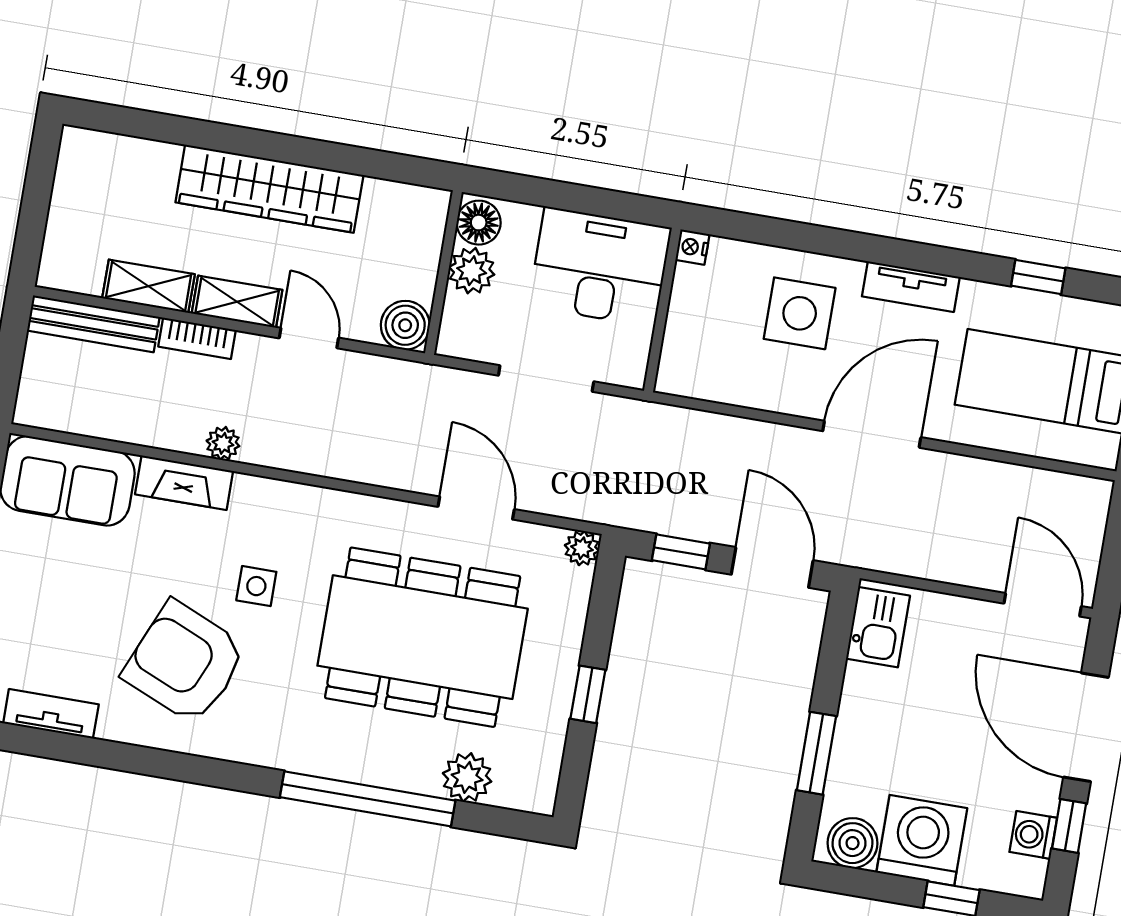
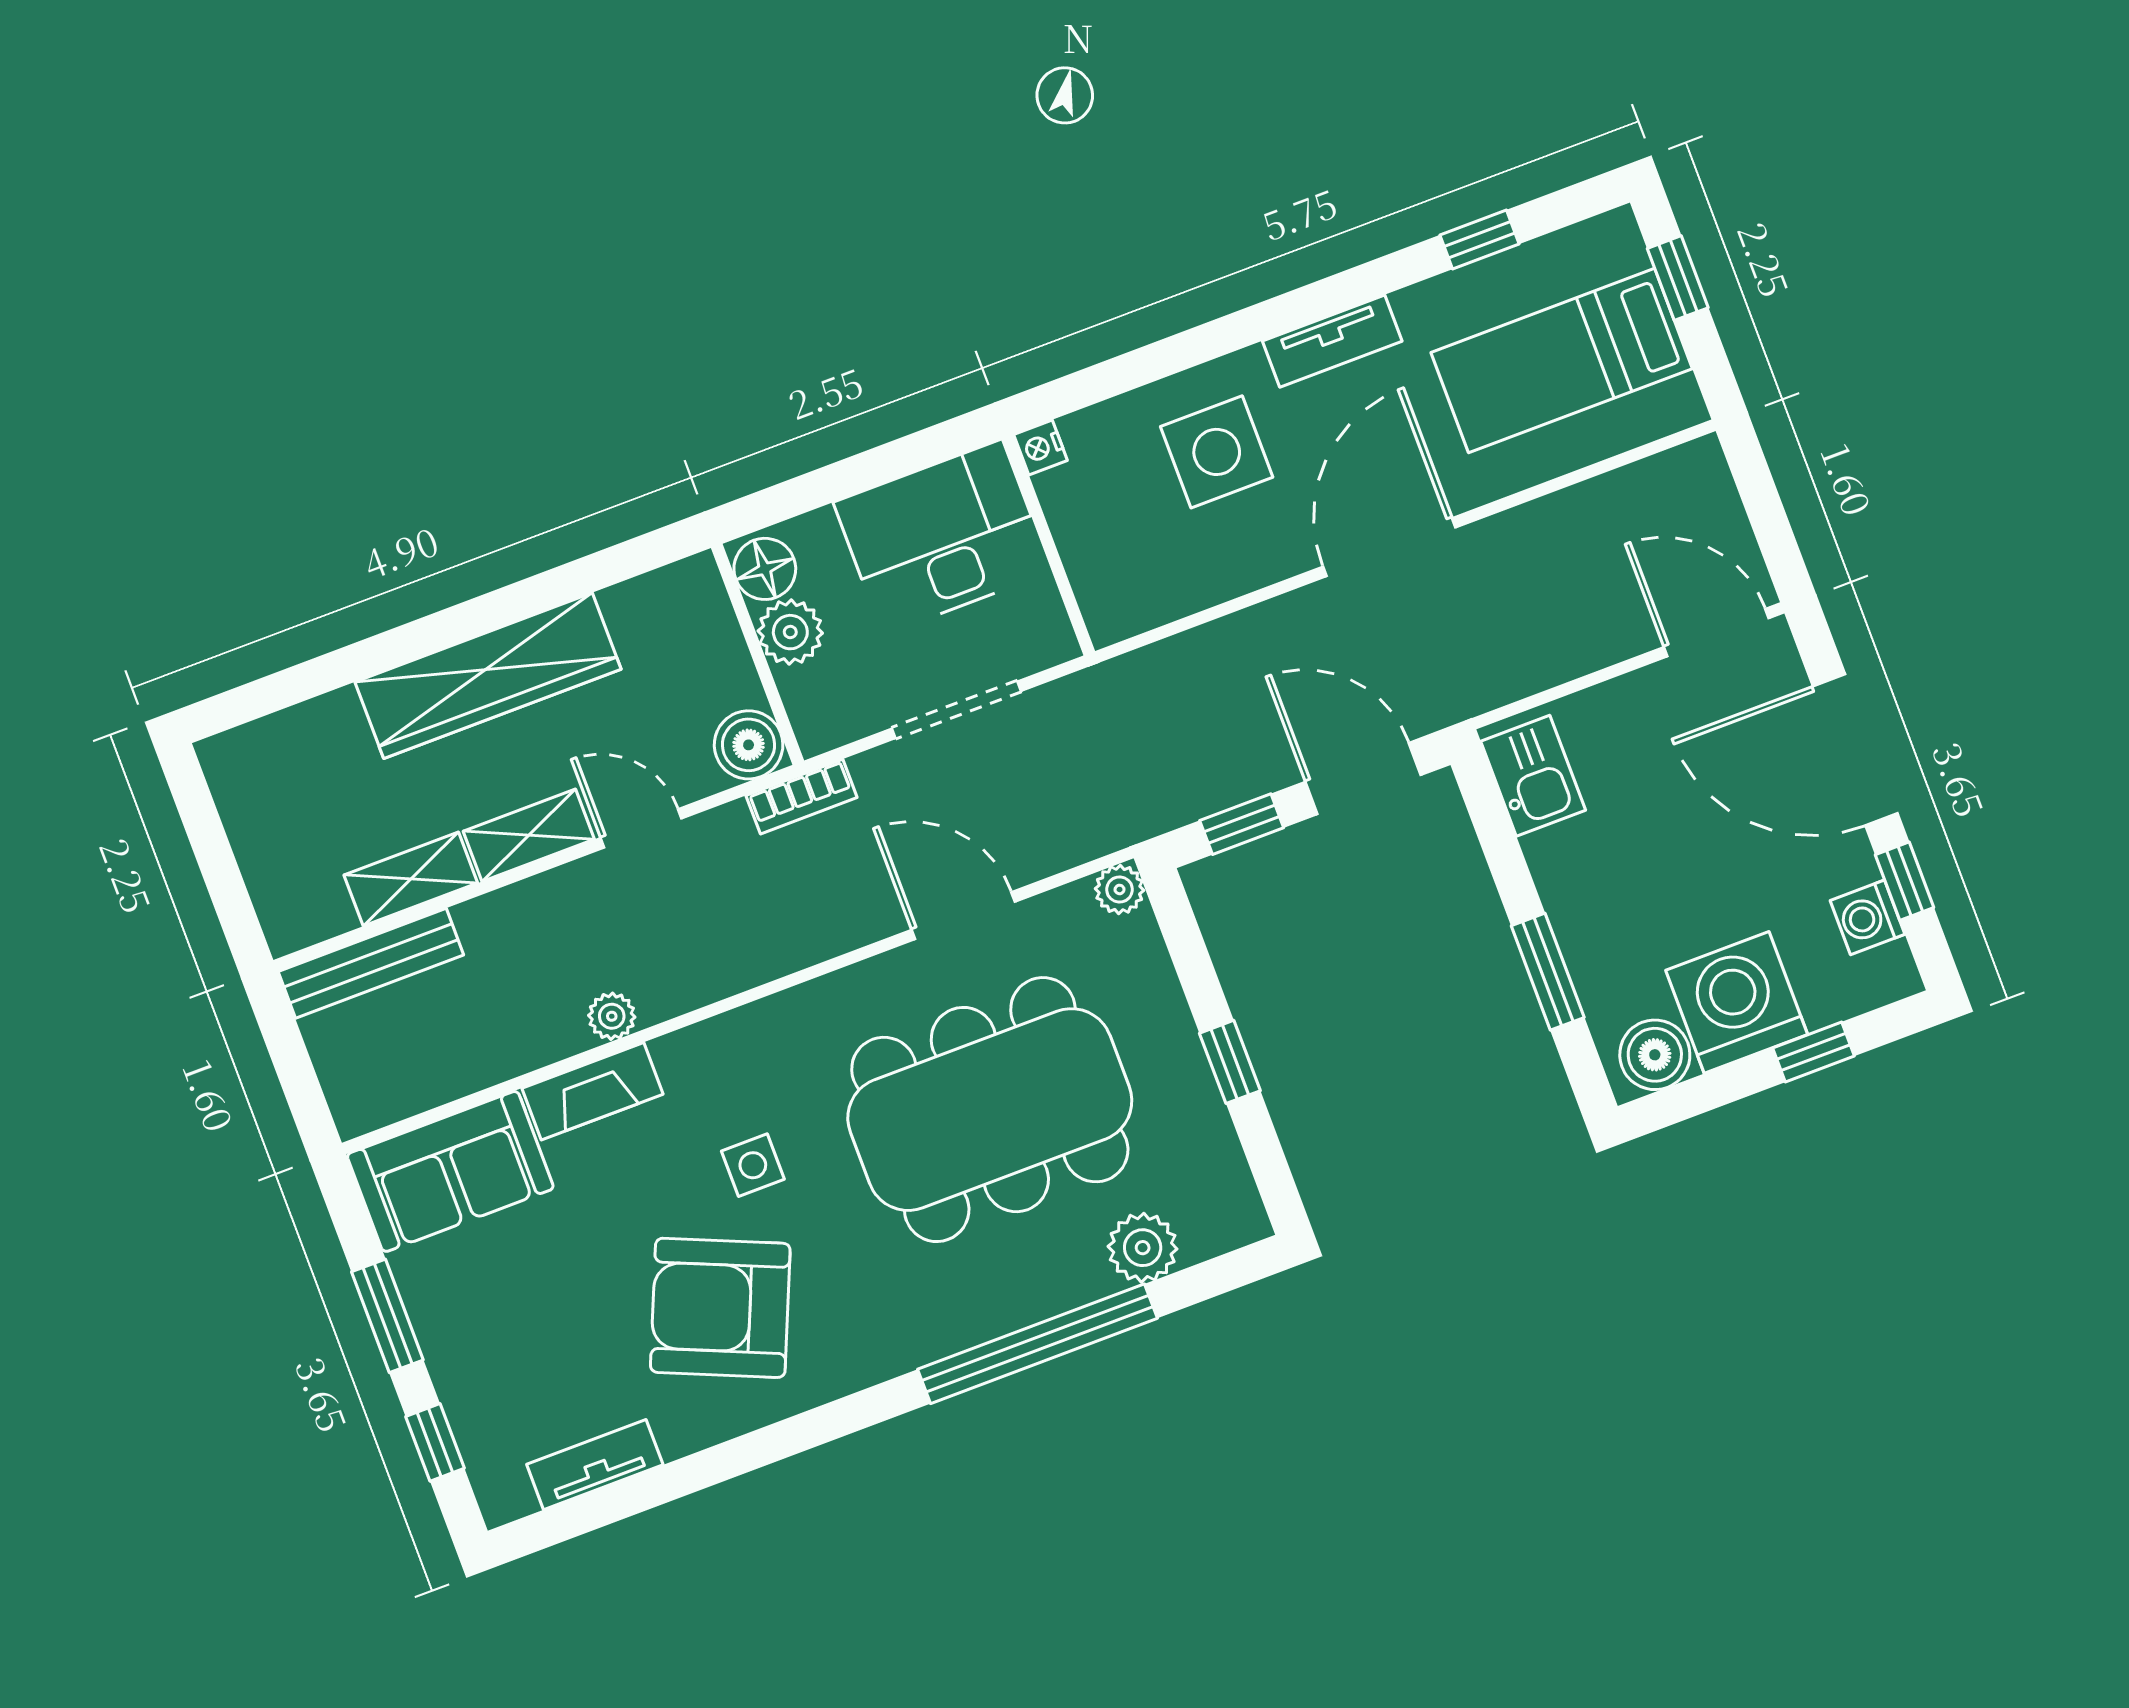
bookcase: (197, 338) -> (802, 797), moved

